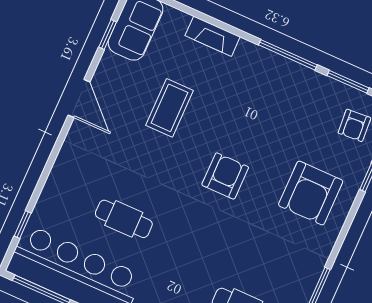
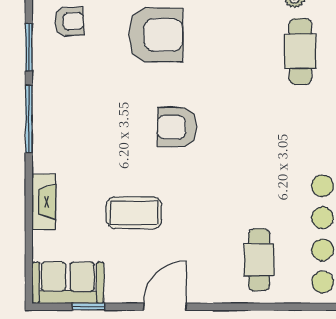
cafe table: (124, 219) -> (259, 260), moved
window: (23, 225) -> (315, 307), removed

